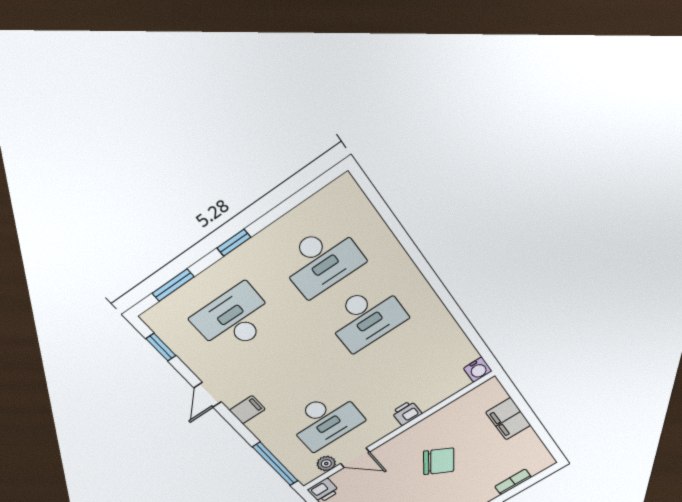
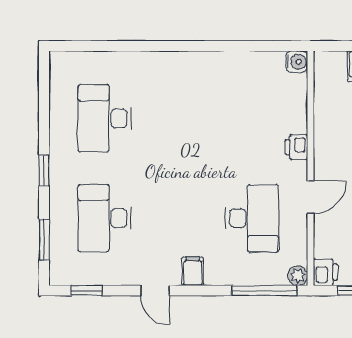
desk: (321, 261) -> (105, 118), turned 180
desk: (366, 317) -> (178, 118), removed
door: (355, 458) -> (311, 197), moved
plant: (326, 464) -> (298, 276), moved

